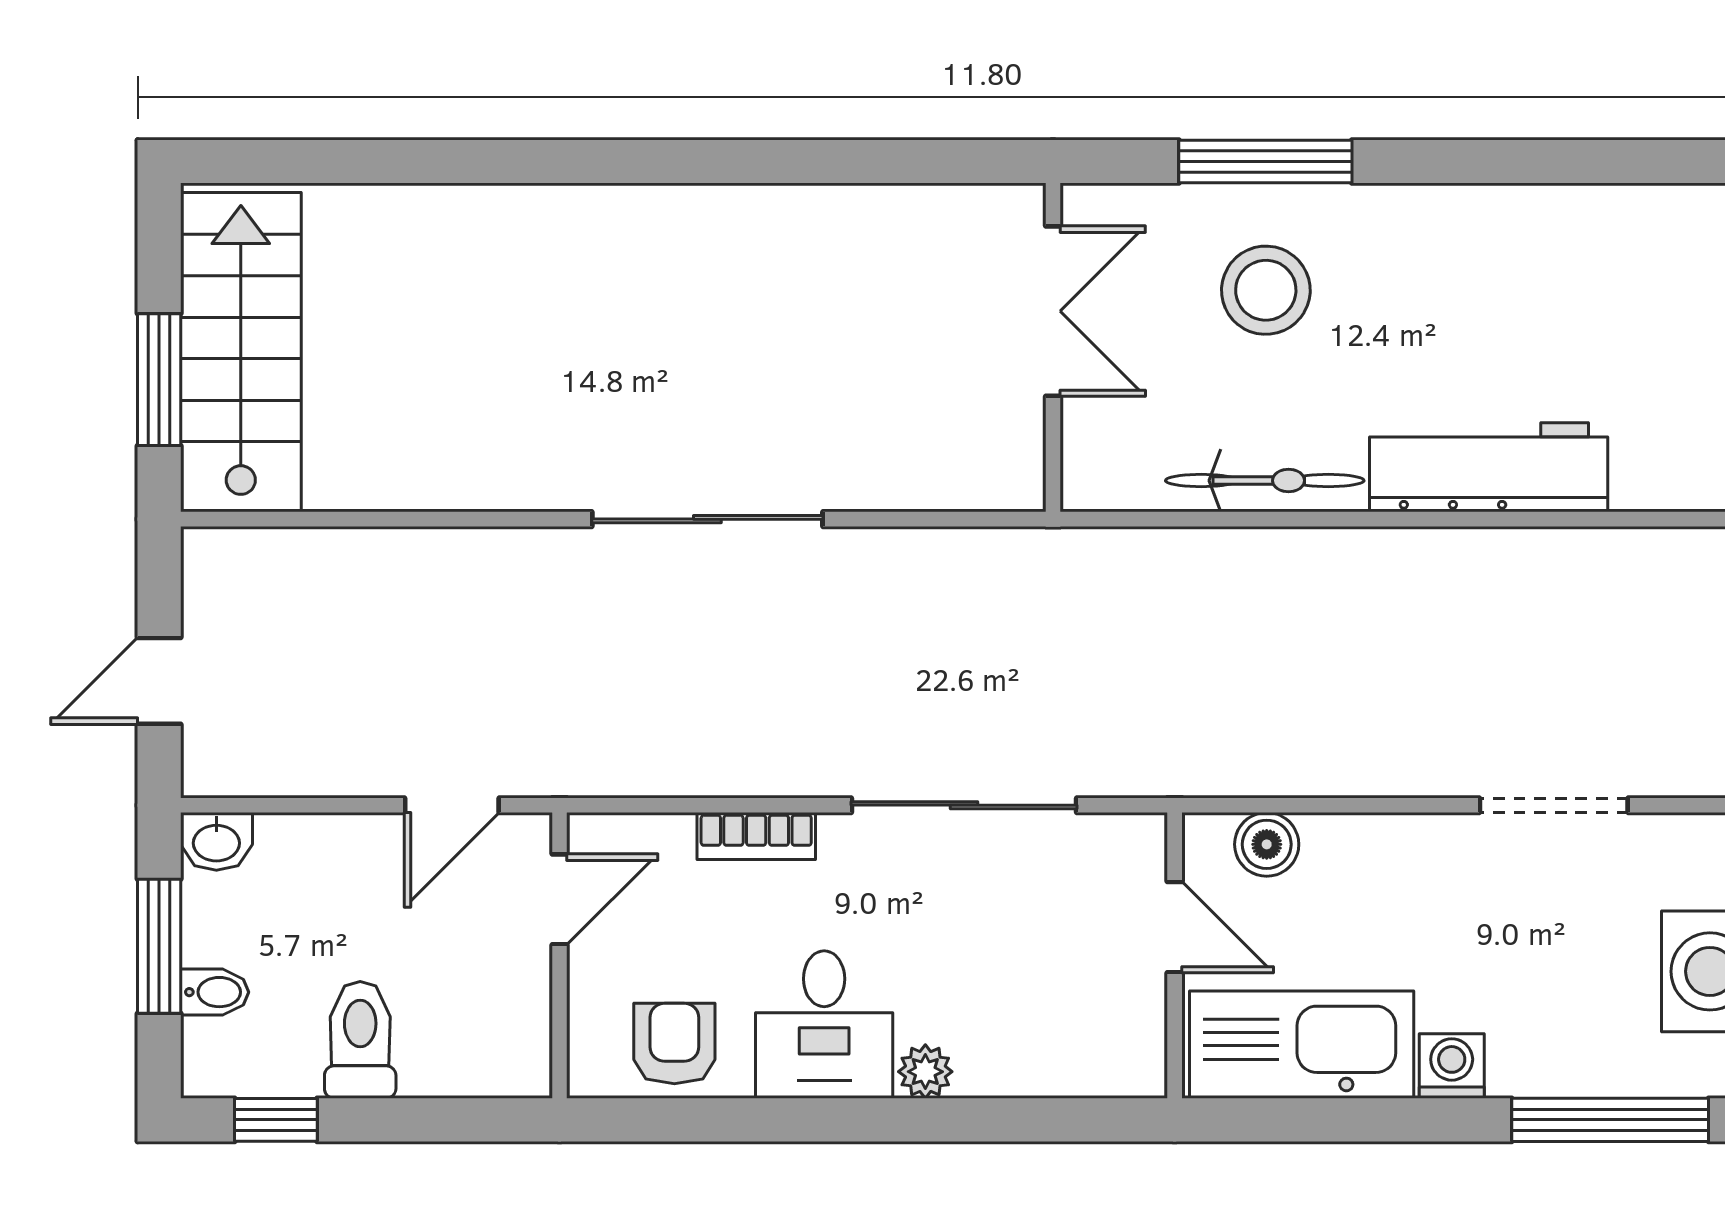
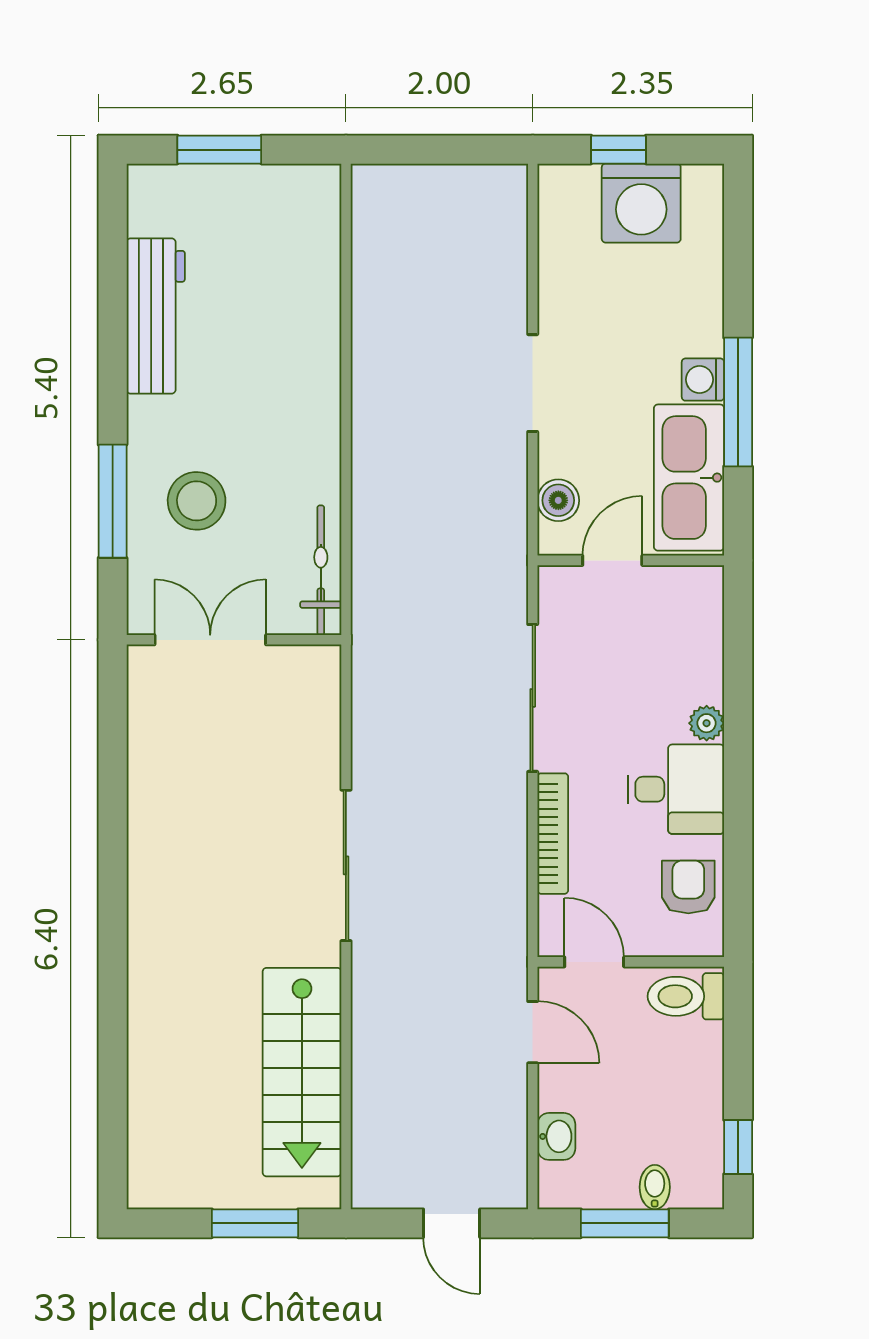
stairs: (241, 352) -> (302, 1072), moved, turned -90
workbench: (1489, 467) -> (156, 316), moved, turned 180
bicycle: (1265, 481) -> (321, 570), moved
doorway: (1554, 805) -> (533, 383), moved
bookcase: (756, 836) -> (553, 834), width x1.56
washbasin: (216, 841) -> (556, 1136), moved
toilet: (360, 1040) -> (686, 996), moved
armchair: (674, 1044) -> (688, 887), turned 90
window: (1610, 1120) -> (738, 402), moved

